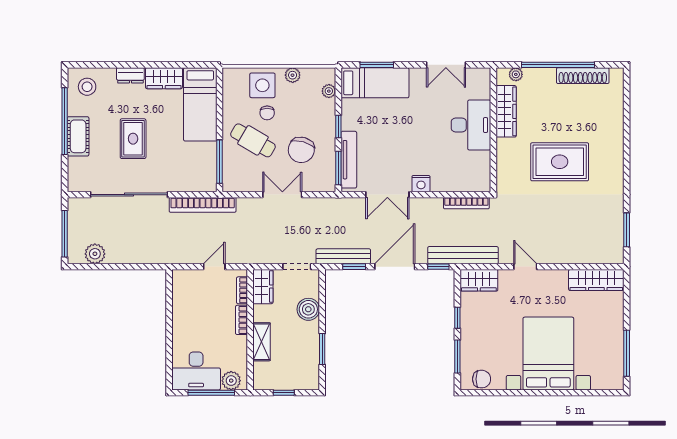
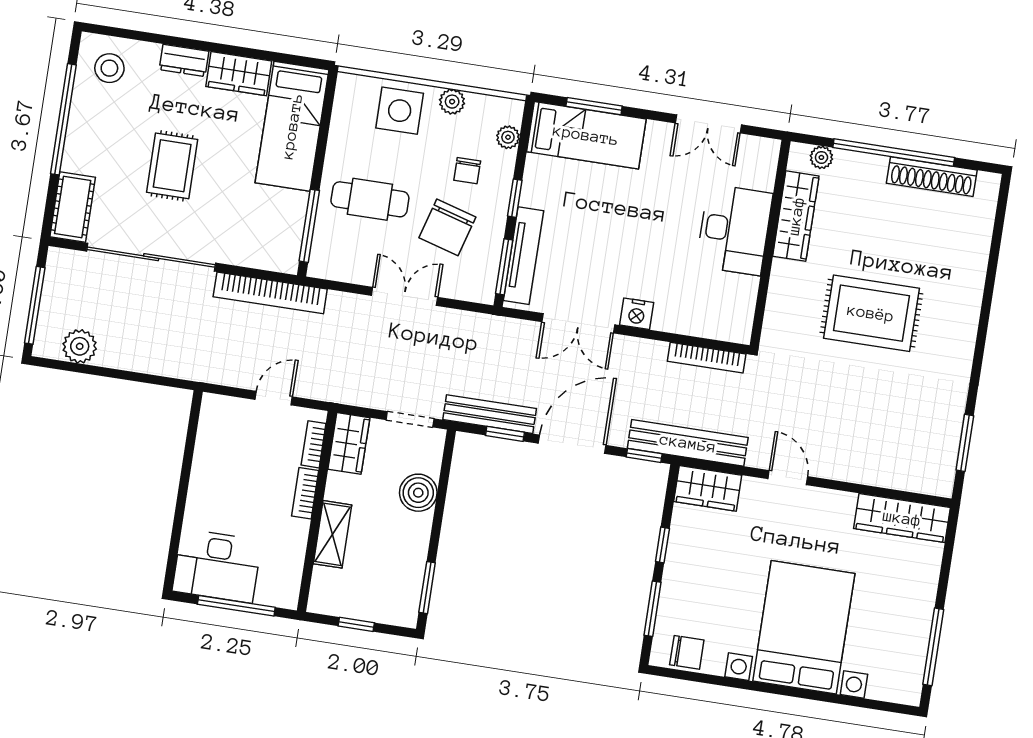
chair: (267, 113) -> (467, 171), moved
cot: (78, 136) -> (73, 207), moved
cafe table: (253, 140) -> (370, 199), turned -30
window: (322, 349) -> (427, 588), moved
plant: (231, 381) -> (273, 591), removed

